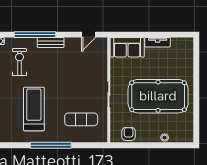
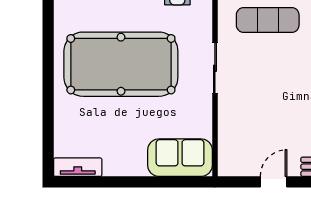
door: (89, 35) -> (274, 182), moved
tv unit: (158, 42) -> (78, 167), moved

